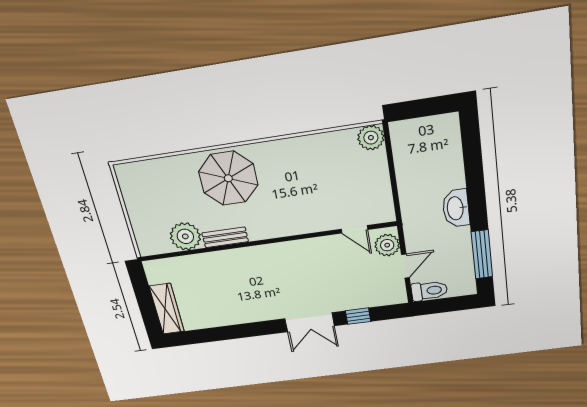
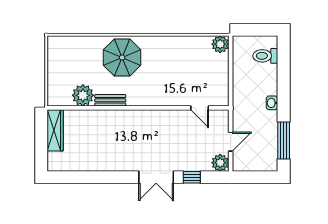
washbasin: (456, 208) -> (272, 103), width x0.52, depth x0.69
plant: (387, 245) -> (220, 163), moved
toilet: (429, 291) -> (265, 56), moved, turned 180
wardrobe: (167, 309) -> (55, 130), moved

